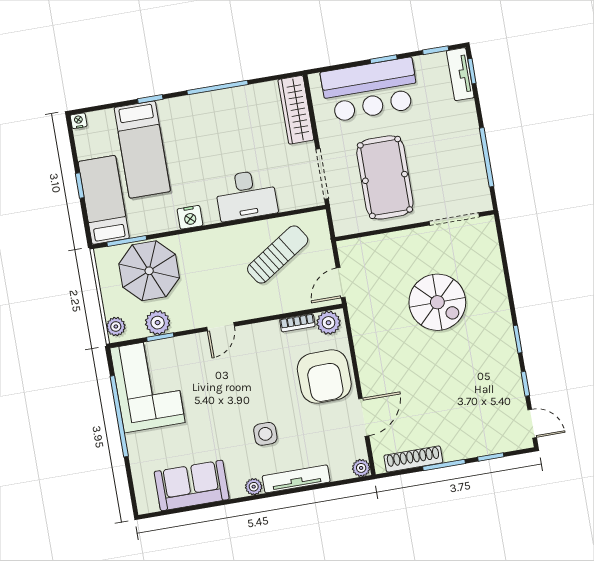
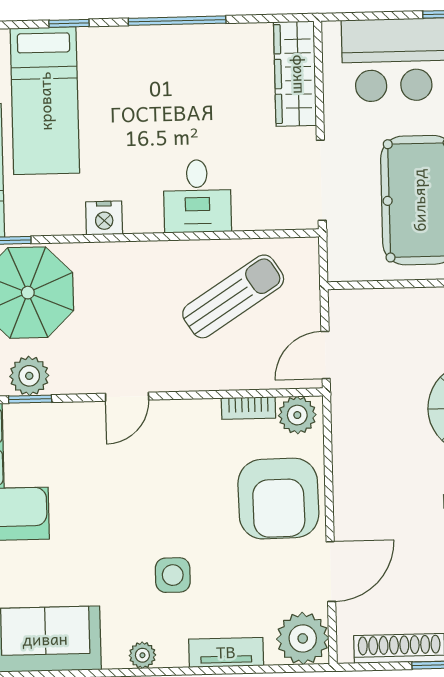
desk: (246, 195) -> (197, 196), width x0.73
plant: (361, 468) -> (303, 638), width x1.88, depth x1.88
tv unit: (296, 479) -> (226, 652), width x0.71

